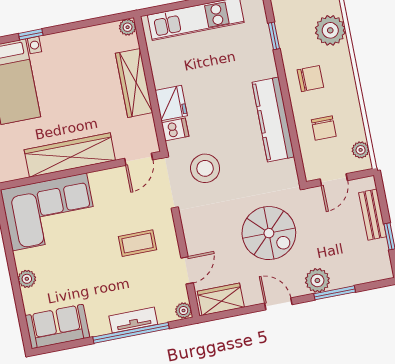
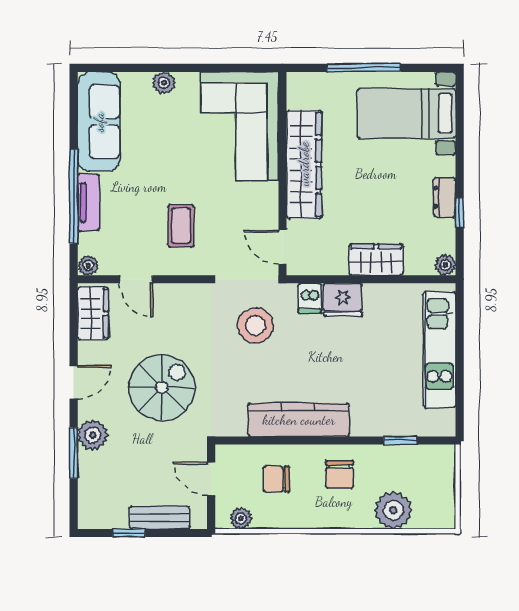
window: (31, 34) -> (460, 213), moved
dresser: (74, 38) -> (444, 197), added
wardrobe: (134, 83) -> (376, 260), width x0.67
spiral stairs: (269, 233) -> (162, 388), turned 180
sofa: (57, 326) -> (99, 122), width x1.36

